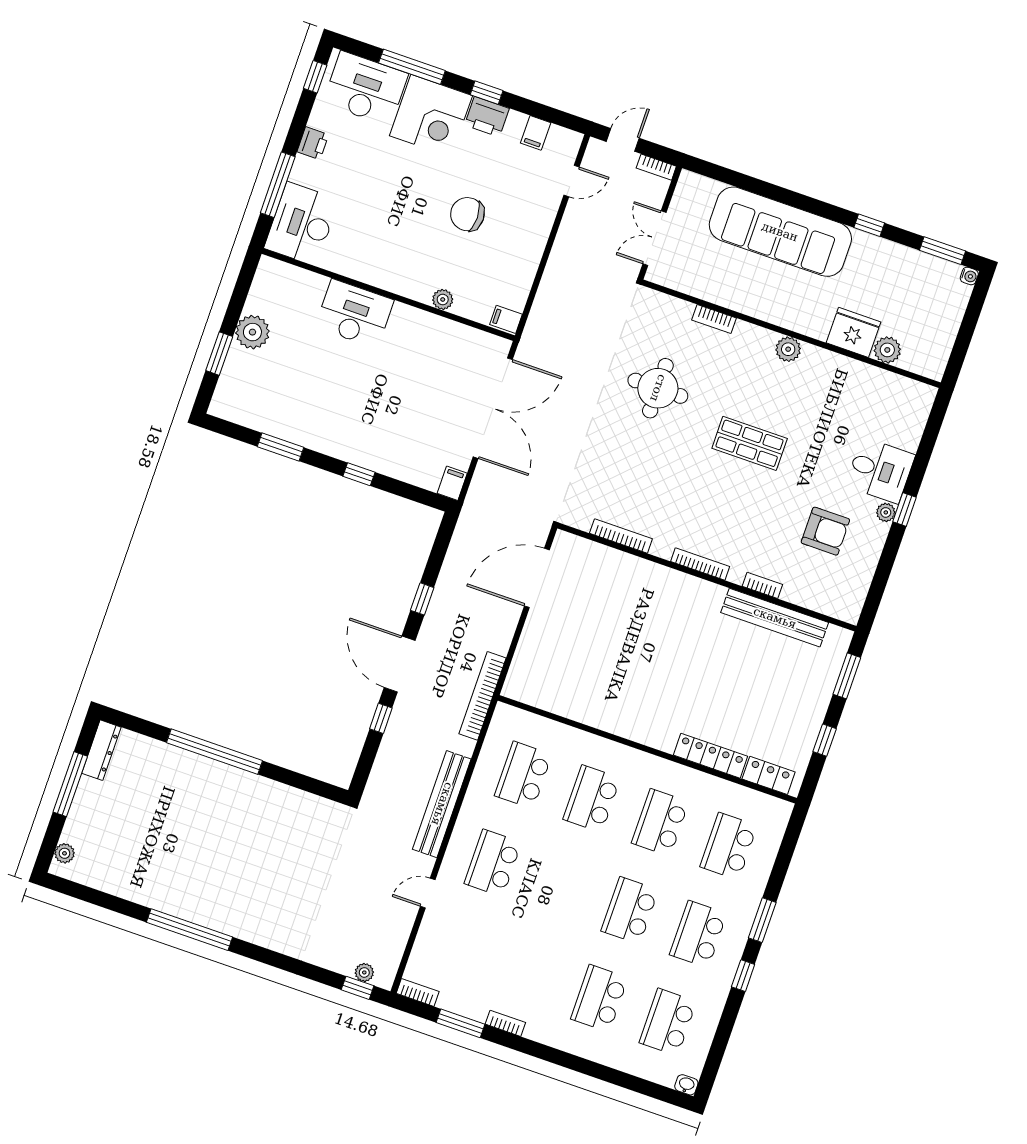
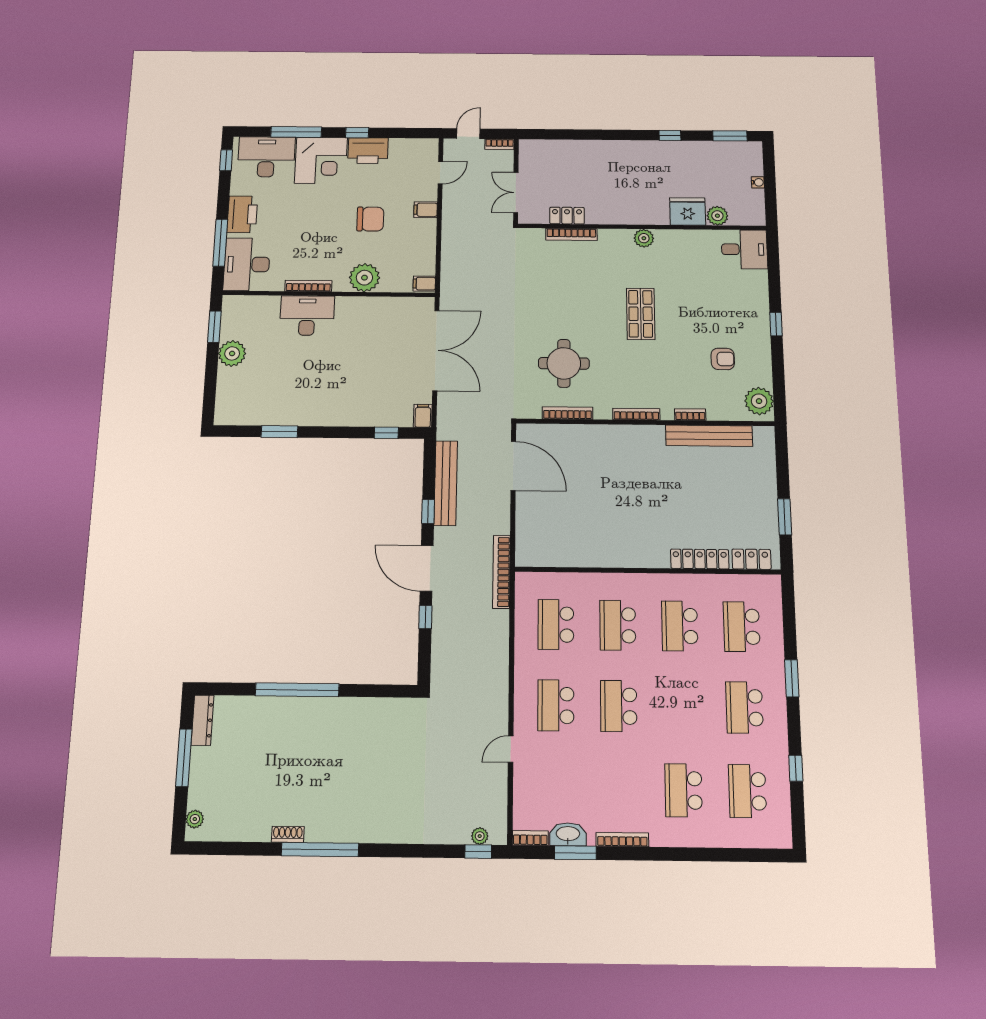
printer: (487, 117) -> (368, 151), width x1.37, depth x1.19
filing cabinet: (536, 133) -> (426, 210), moved, turned 90
printer: (313, 143) -> (242, 214), width x1.87, depth x1.48
chair: (467, 214) -> (370, 219), turned 180
sofa: (780, 232) -> (607, 160), removed
bookcase: (367, 276) -> (308, 286), added
water cooler: (969, 276) -> (758, 182), moved
locker: (706, 289) -> (567, 216), added
plant: (443, 299) -> (364, 278), width x1.88, depth x1.88
bookcase: (714, 319) -> (571, 234), width x1.56
window: (219, 354) -> (214, 327), moved
round table: (658, 388) -> (564, 363), moved
shop shelf: (750, 443) -> (641, 314), turned 90
desk: (880, 470) -> (744, 249), moved
window: (359, 474) -> (386, 433), moved
plant: (886, 512) -> (759, 401), moved, width x1.88, depth x1.88
armchair: (825, 531) -> (723, 359), width x0.72, depth x0.72
door: (537, 578) -> (513, 466), swing flipped
window: (847, 676) -> (782, 462), removed
window: (825, 740) -> (785, 517), width x1.50
bench: (442, 804) -> (446, 483), moved
shoe rack: (160, 902) -> (288, 834), added
school desk: (630, 910) -> (619, 706), moved
window: (743, 976) -> (796, 768), moved
bookcase: (505, 1023) -> (622, 840), width x1.56
washbasin: (686, 1085) -> (568, 834), moved, width x1.91, depth x1.45

